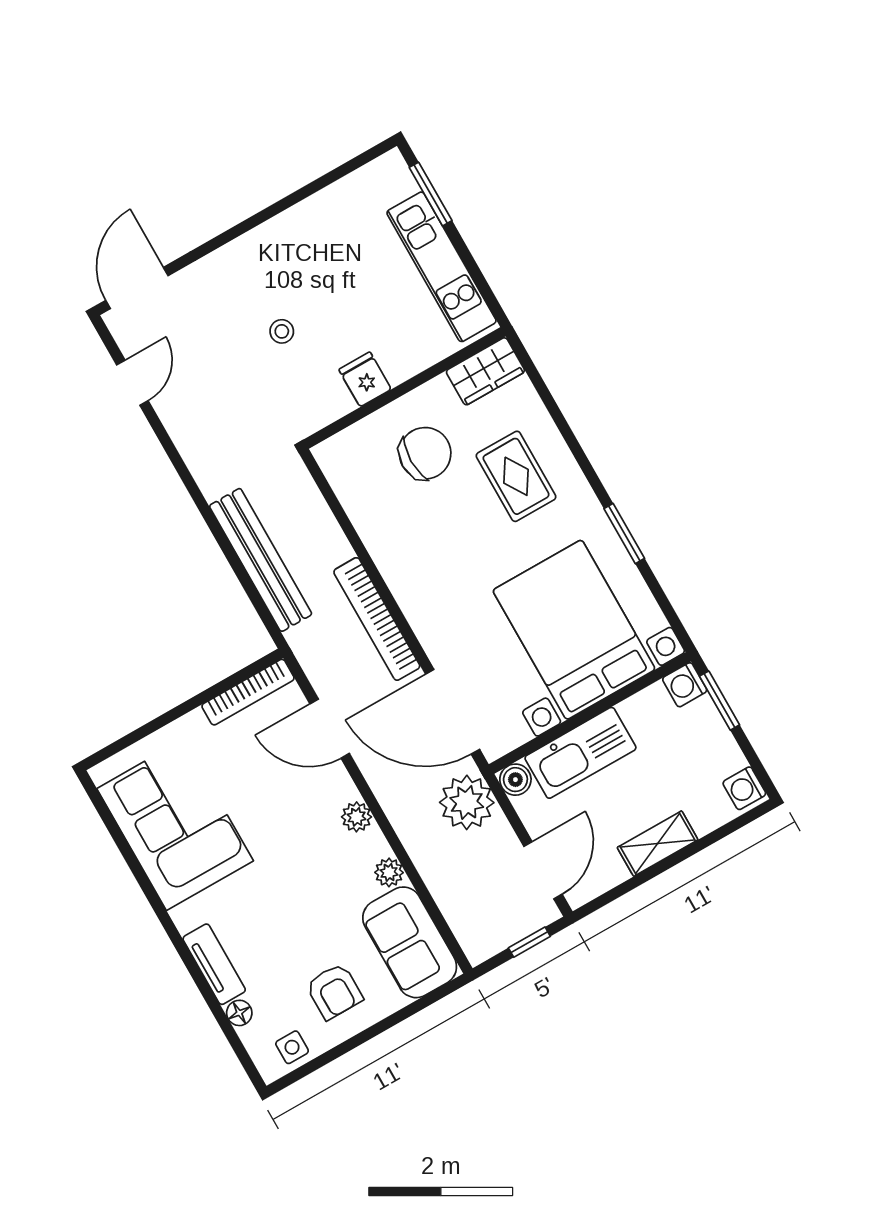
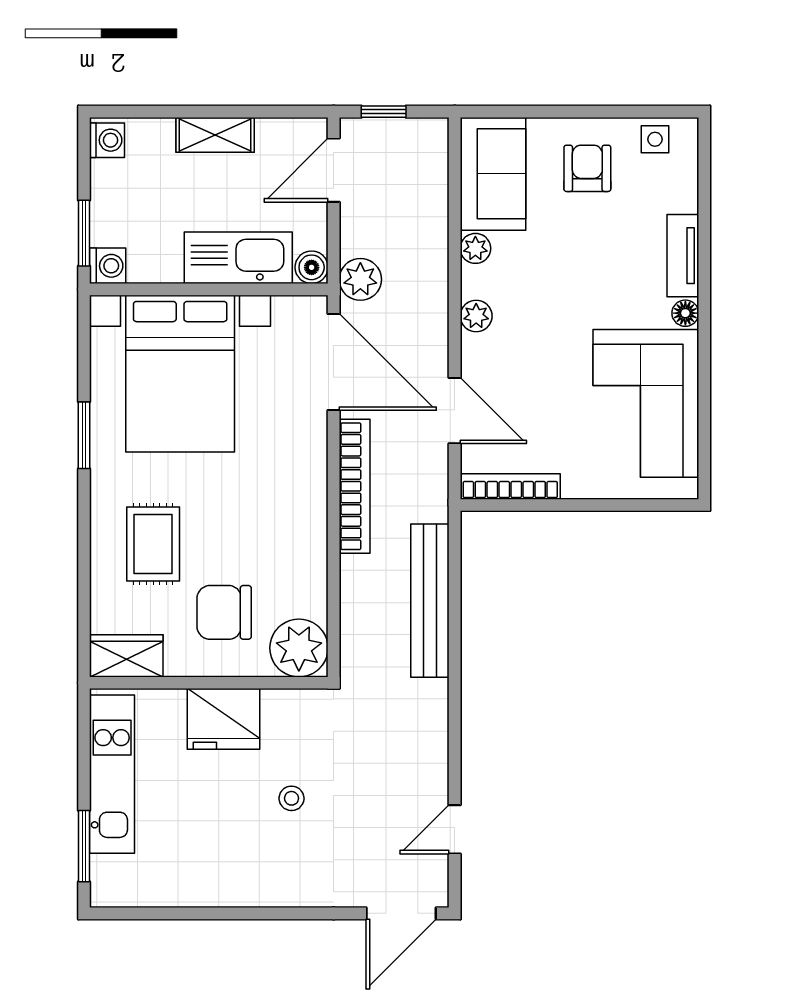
fridge: (365, 379) -> (224, 719), width x1.88, depth x1.34
plant: (346, 459) -> (299, 648), added
plant: (467, 802) -> (360, 279), width x0.73, depth x0.73
floor lamp: (239, 1013) -> (685, 313), moved

